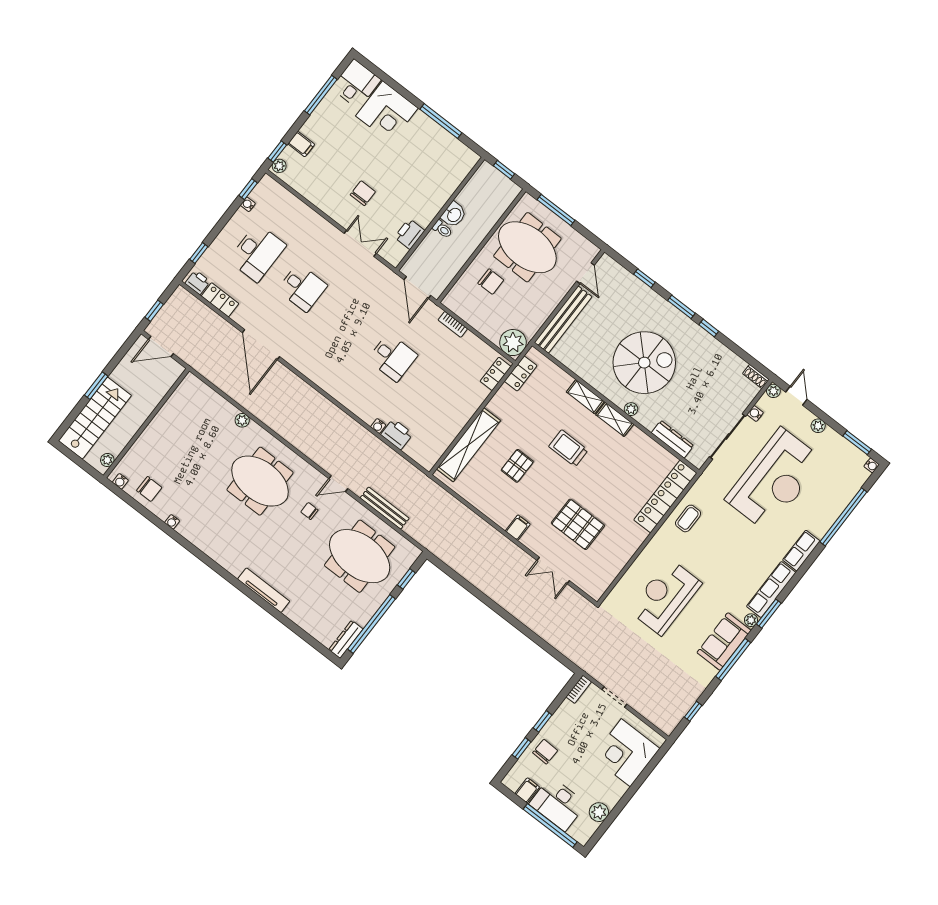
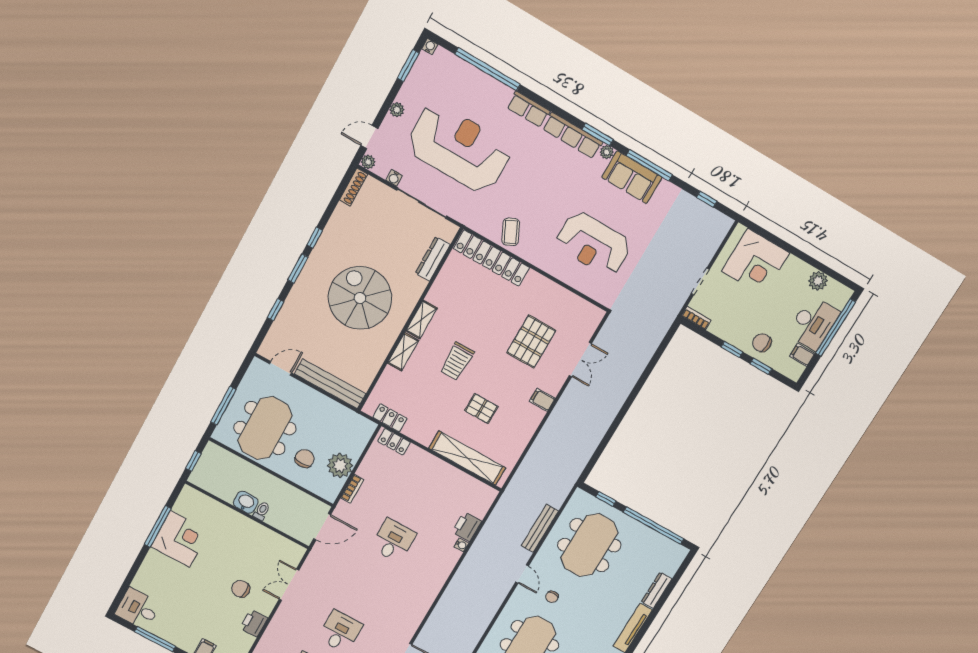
corner desk: (387, 112) -> (180, 539), moved
printer: (409, 234) -> (254, 623), moved, turned 90
plant: (513, 343) -> (340, 465), moved
shoe rack: (756, 377) -> (353, 187), width x1.43
plant: (631, 409) -> (409, 305), removed
coffee table: (688, 518) -> (511, 232), turned 64
dresser: (346, 639) -> (657, 590), moved, turned 90

